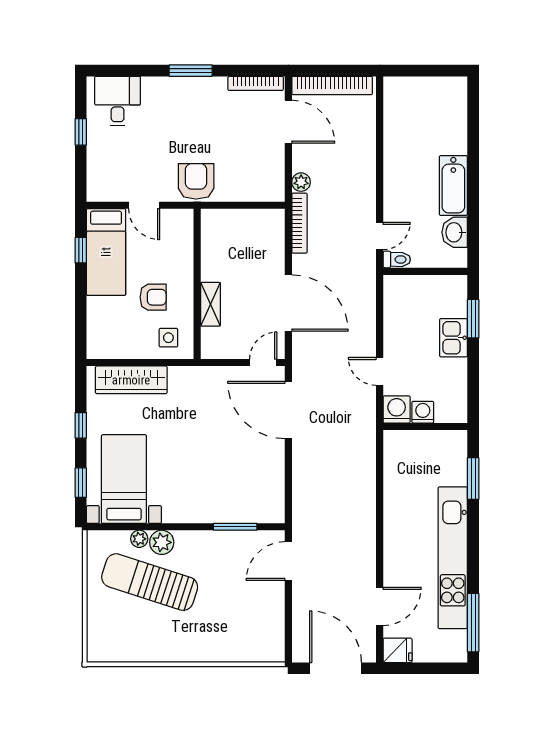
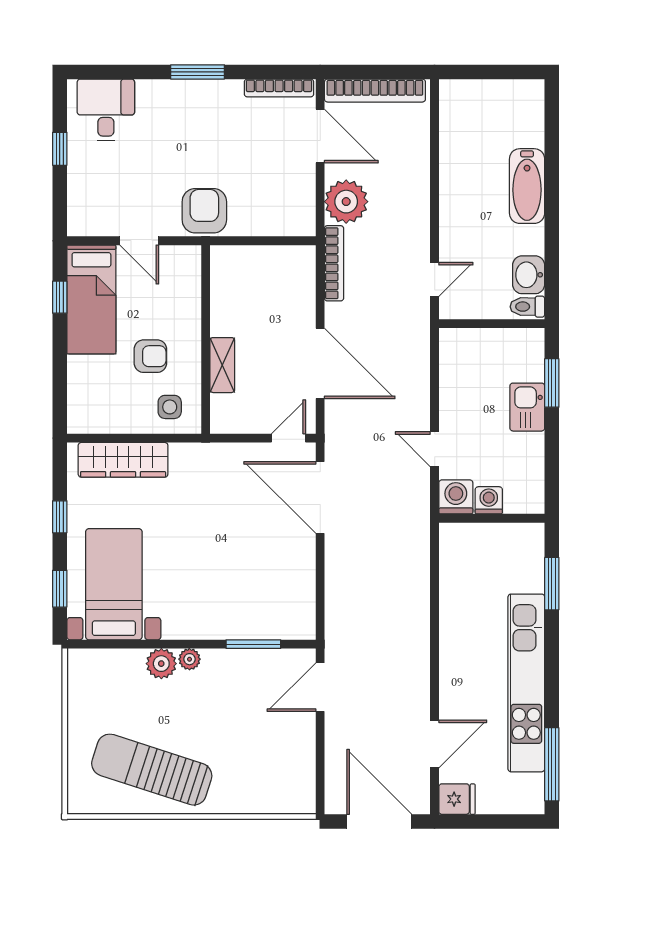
plant: (301, 182) -> (346, 202), width x1.87, depth x1.87
bathtub: (453, 186) -> (527, 186), moved
toilet: (397, 259) -> (527, 307), moved, turned 180
plant: (139, 539) -> (189, 659), moved
sun lounger: (150, 582) -> (152, 770), moved

